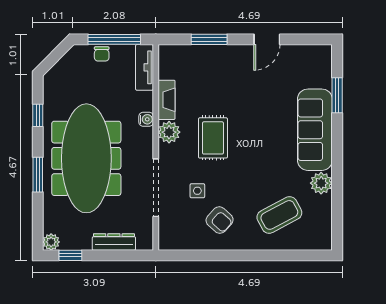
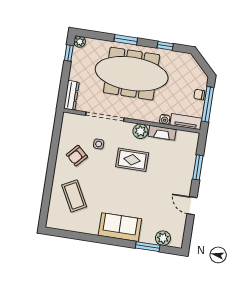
water cooler: (146, 119) -> (165, 119), moved
sofa: (315, 130) -> (120, 227), width x0.73
plant: (321, 183) -> (163, 238), moved
dresser: (114, 242) -> (71, 95), moved

